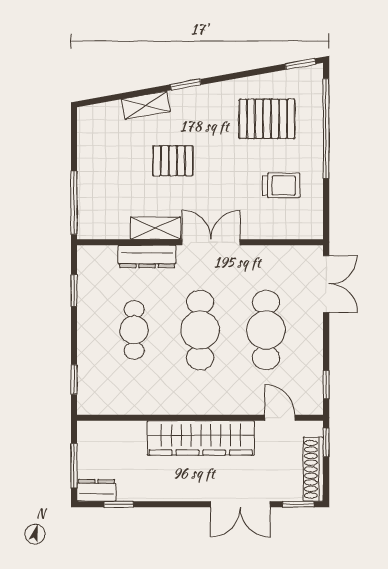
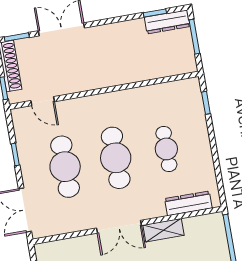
dresser: (147, 257) -> (188, 203), moved
window: (74, 291) -> (218, 171), removed
window: (326, 385) -> (15, 154), moved
wardrobe: (201, 438) -> (101, 75), removed
dresser: (96, 490) -> (167, 22), width x1.44

